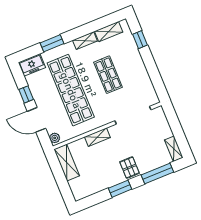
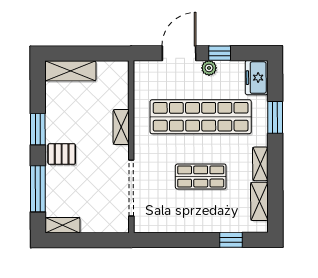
plant: (55, 138) -> (209, 68), moved
shelving: (67, 163) -> (70, 71), moved

